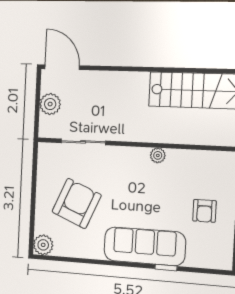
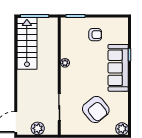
armchair: (77, 203) -> (96, 109), turned -152

